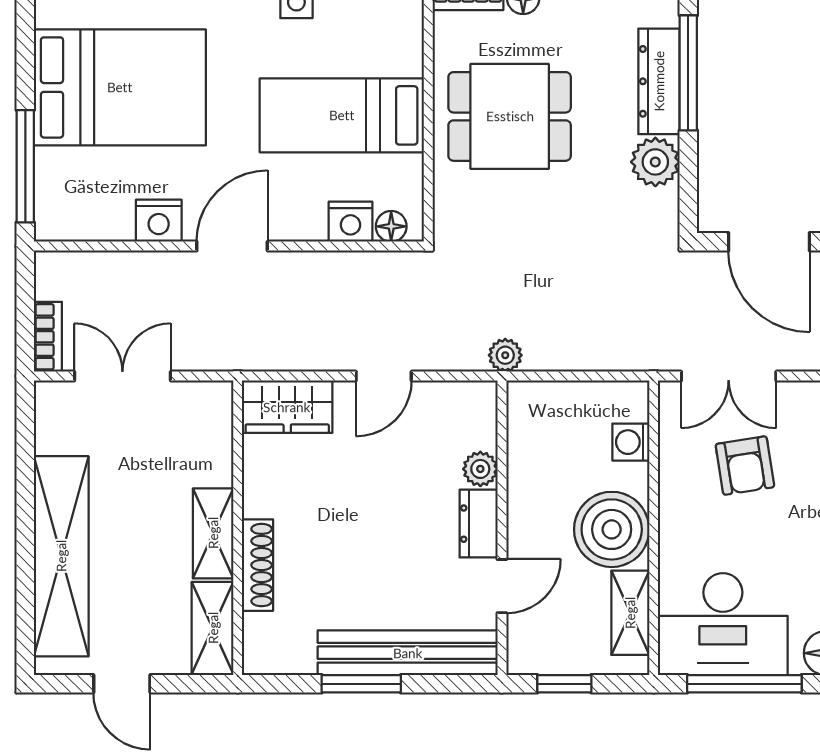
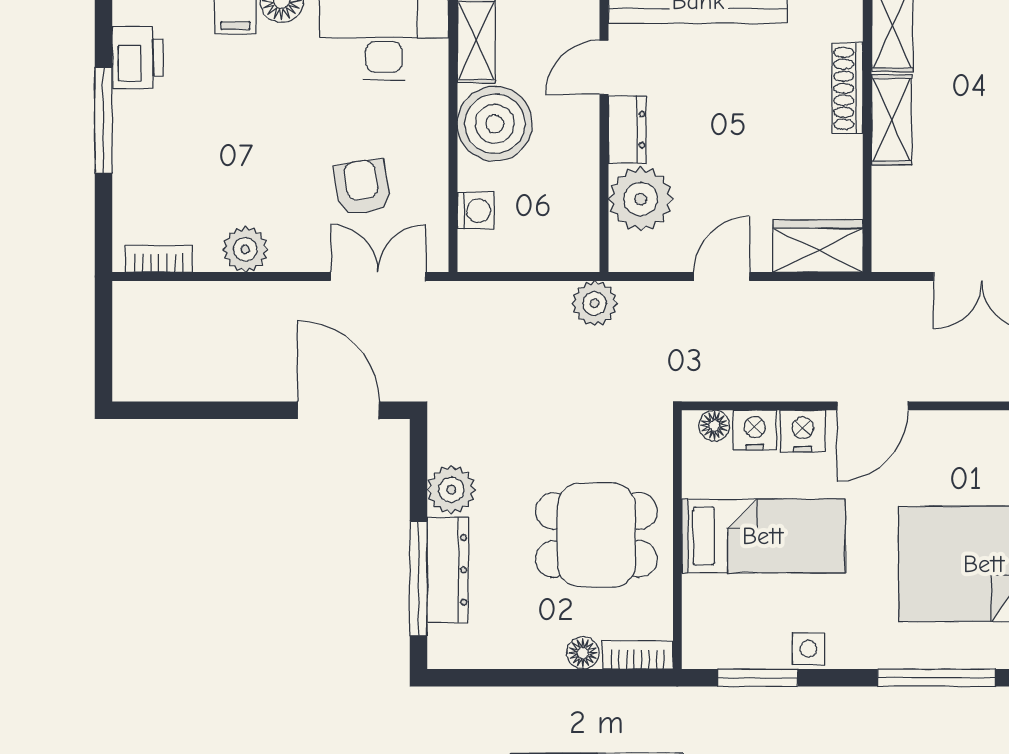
nightstand: (159, 221) -> (803, 431), moved
plant: (505, 355) -> (595, 303), width x1.38, depth x1.38
plant: (480, 469) -> (641, 199), width x1.88, depth x1.88

